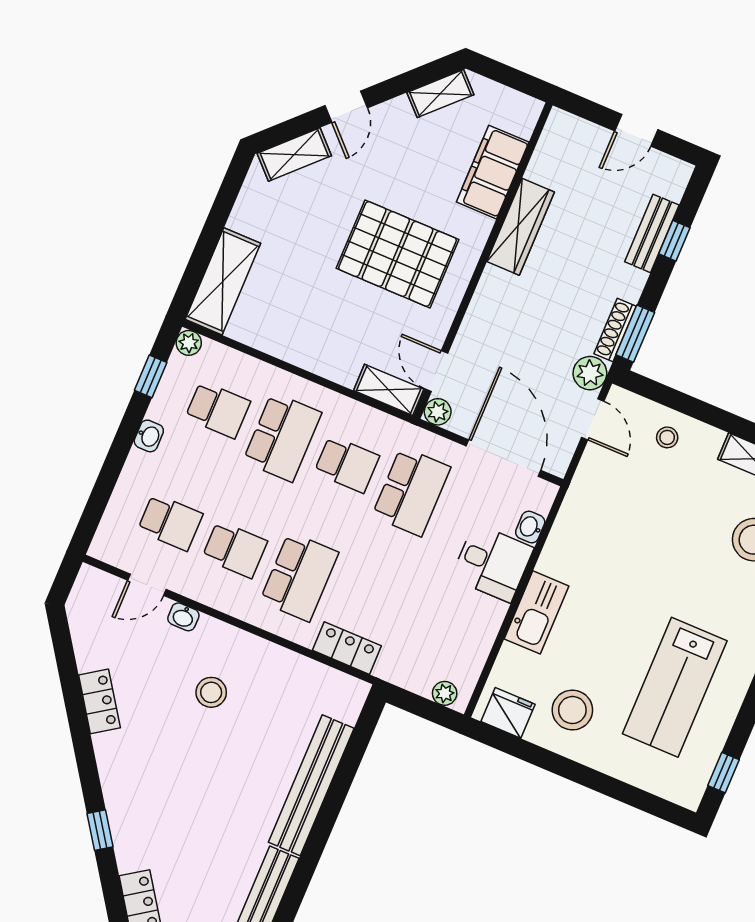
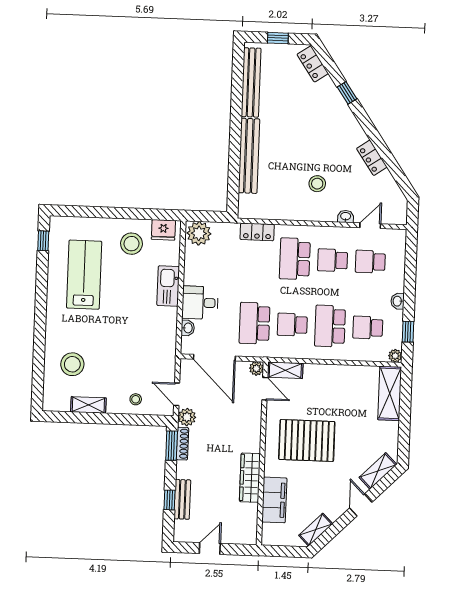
plant: (445, 693) -> (199, 233), width x1.88, depth x1.88

